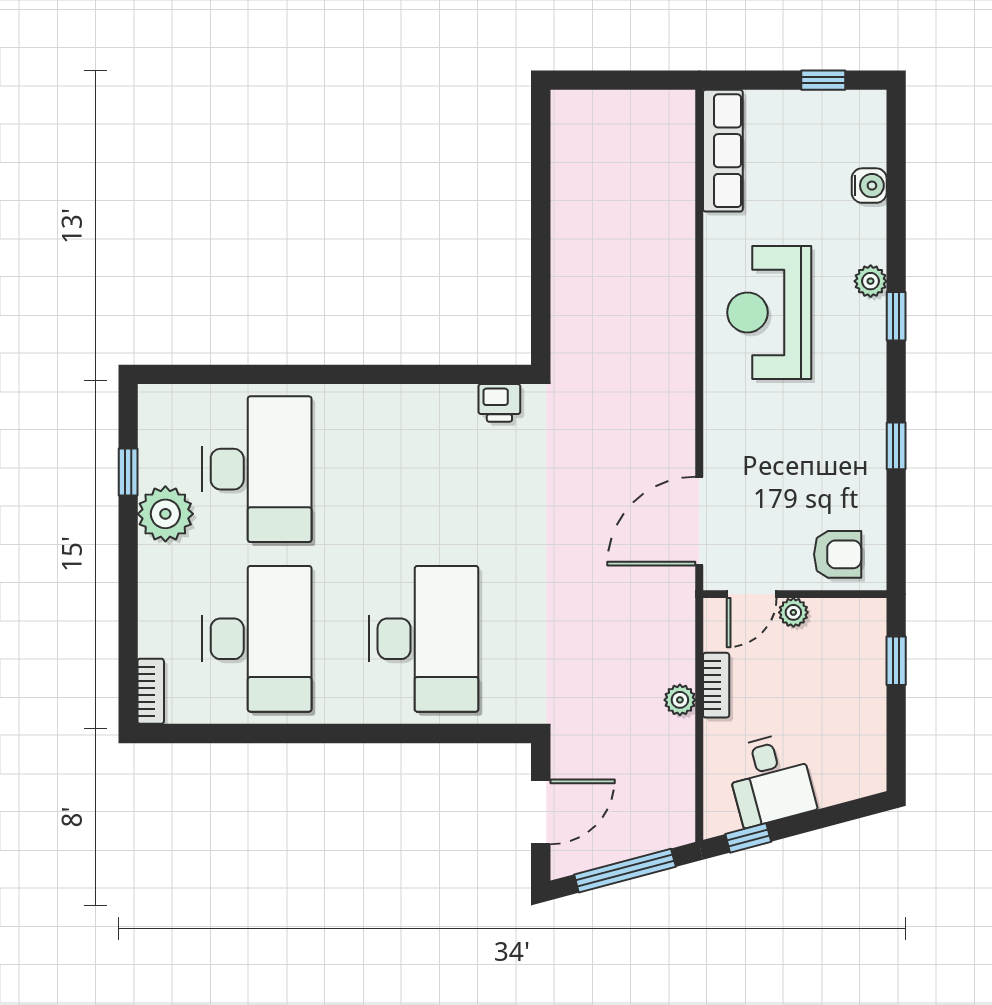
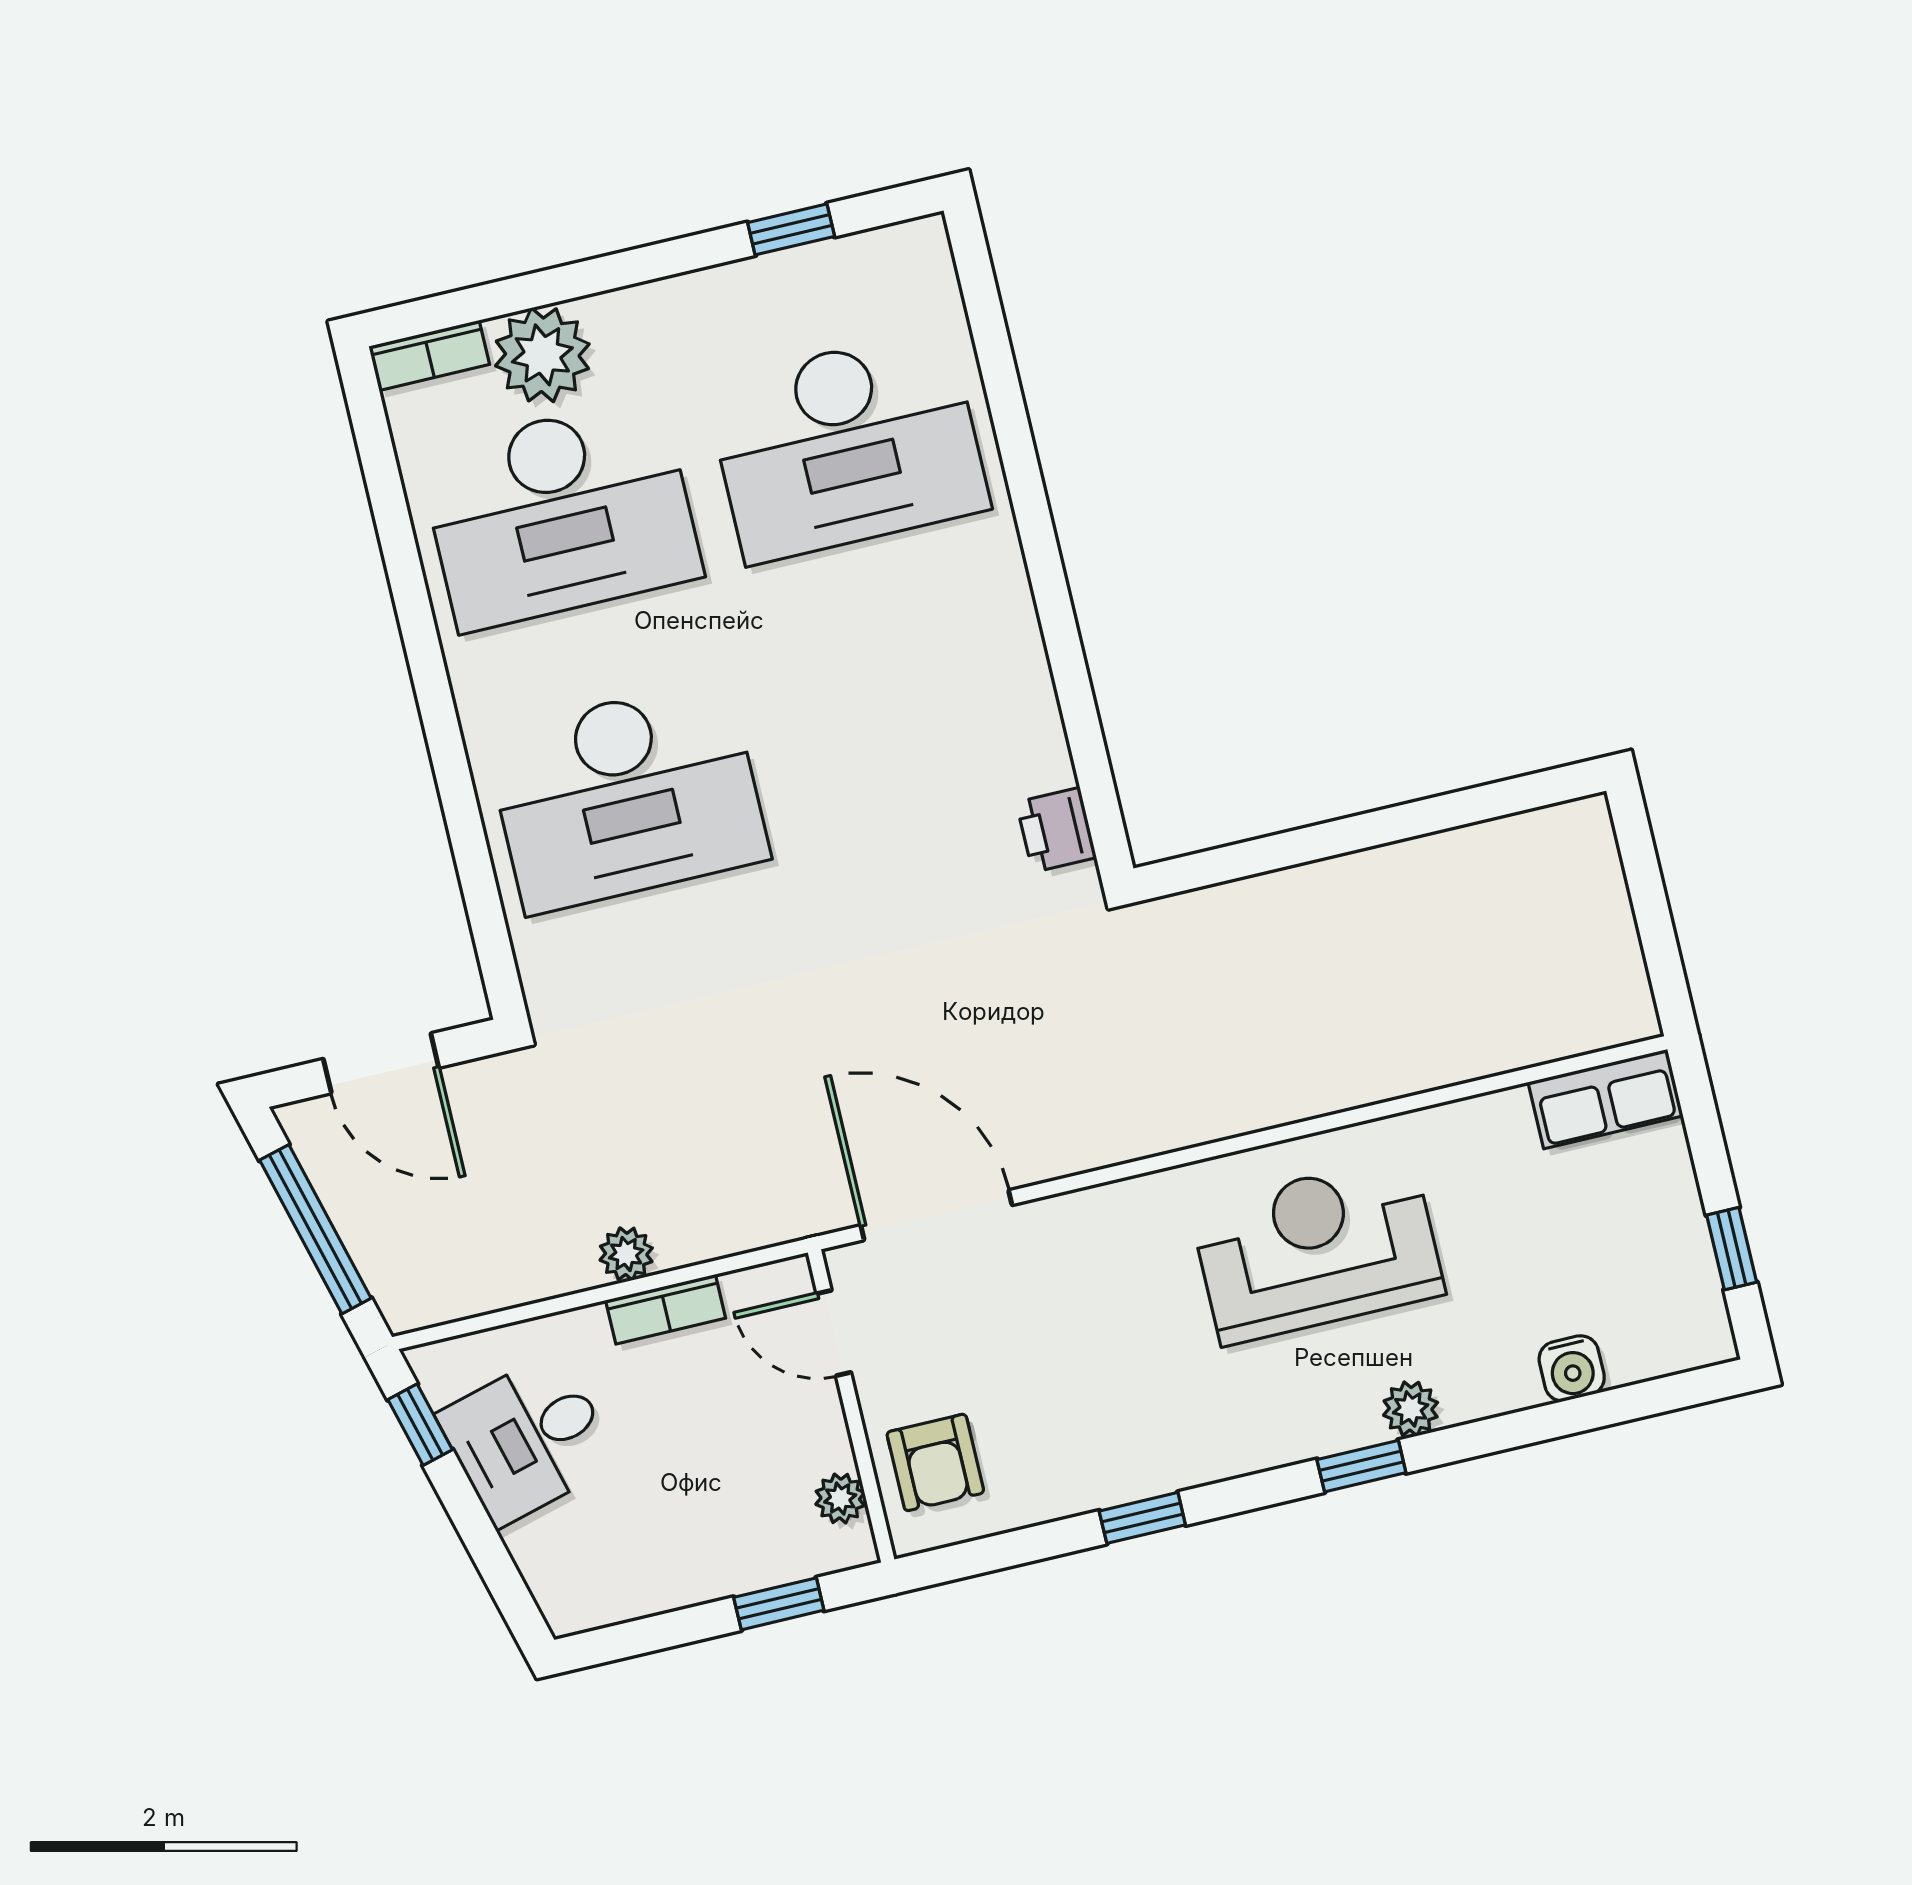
row of seats: (723, 151) -> (1606, 1099), width x0.68
plant: (165, 514) -> (542, 355), moved
plant: (793, 612) -> (840, 1498), moved

